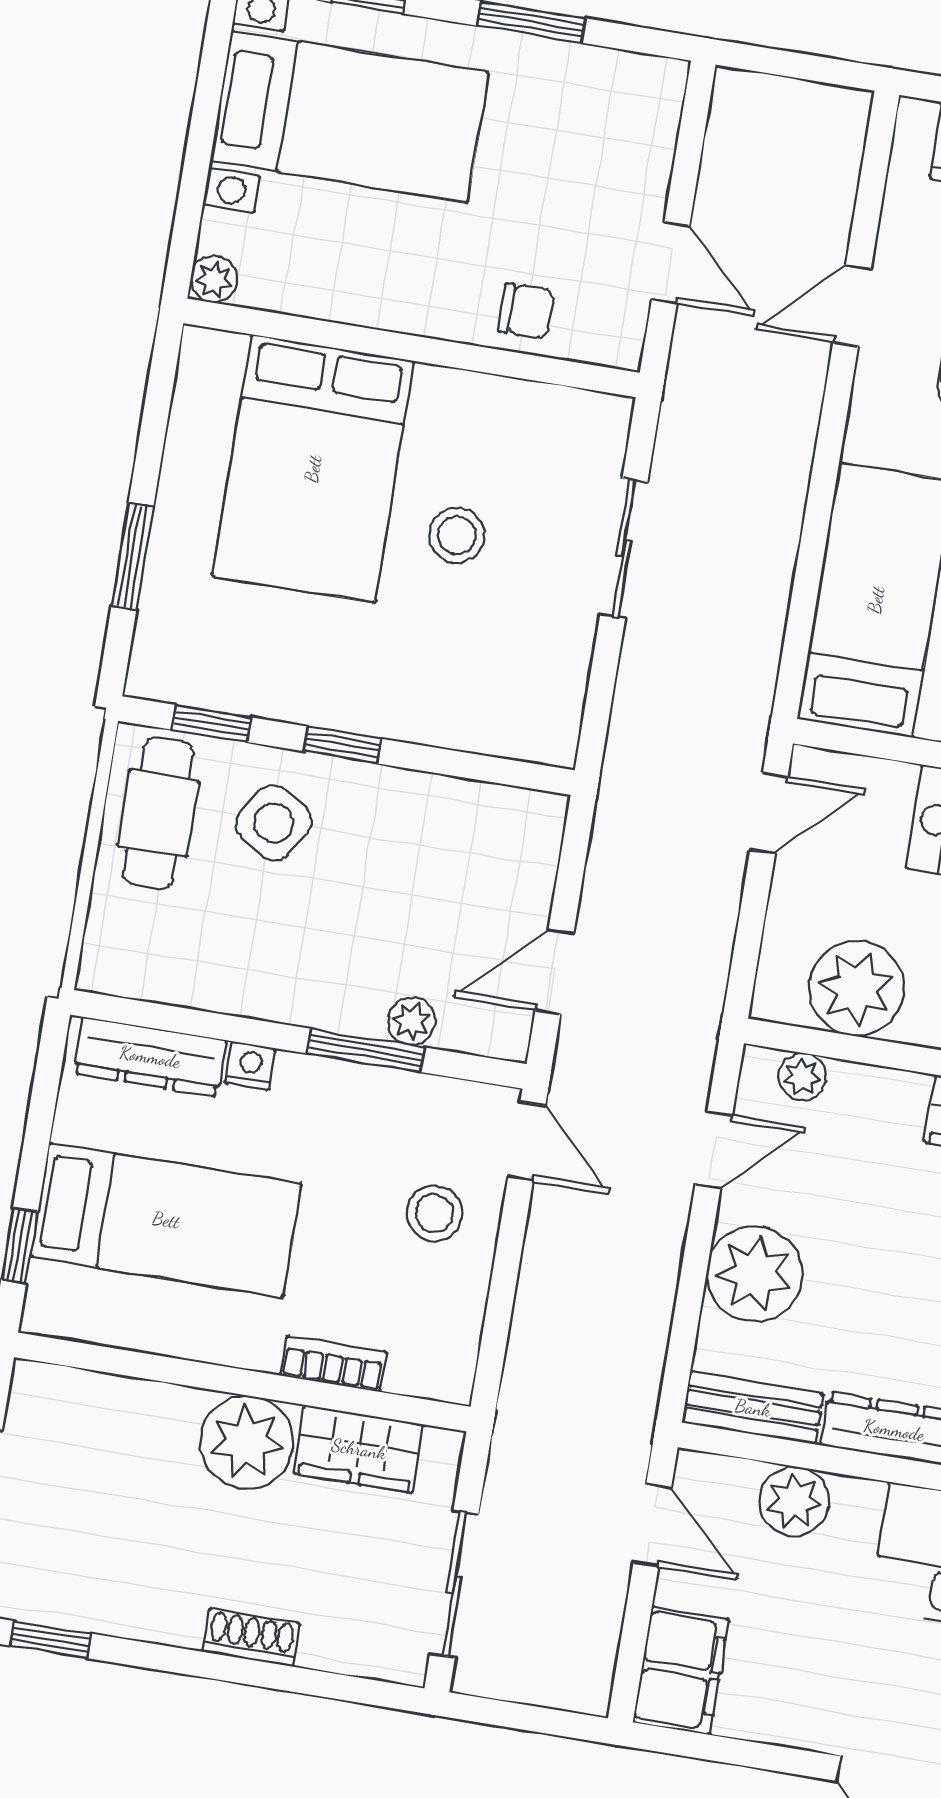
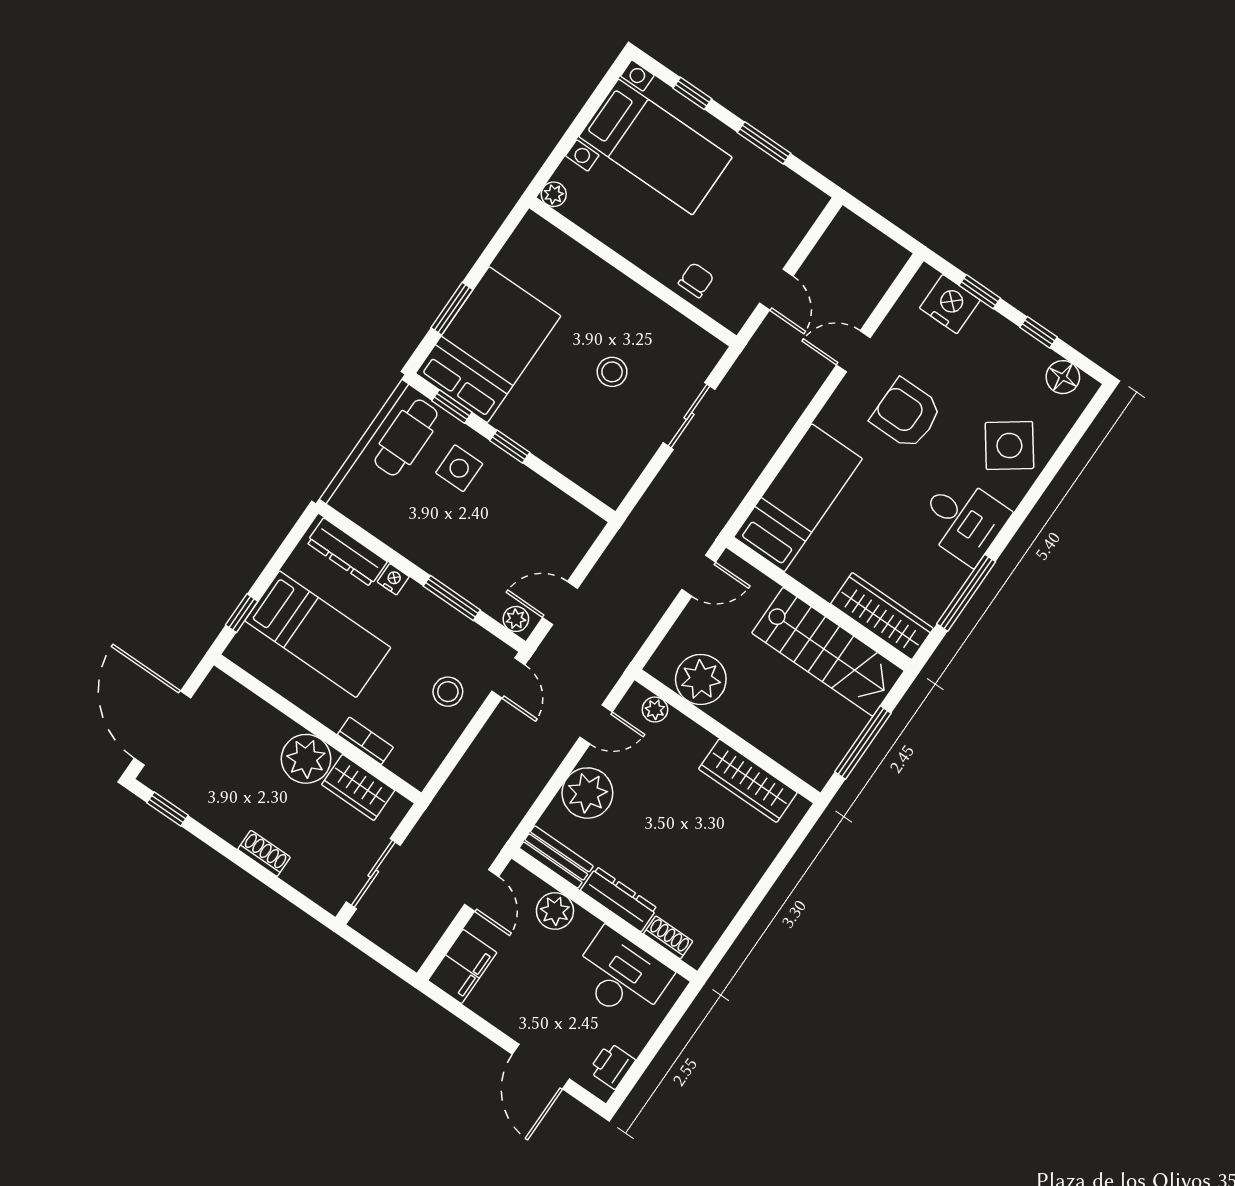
chair: (526, 311) -> (696, 280), turned -90
bed: (313, 469) -> (488, 345), moved, turned 180
side table: (274, 823) -> (459, 468), turned -34
plant: (412, 1021) -> (516, 619), moved

